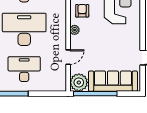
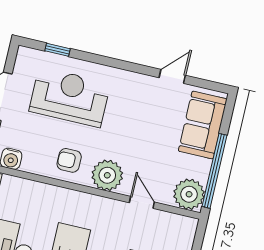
plant: (75, 30) -> (107, 175), width x1.87, depth x1.87
sofa: (113, 81) -> (203, 125), width x0.73

